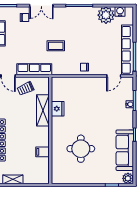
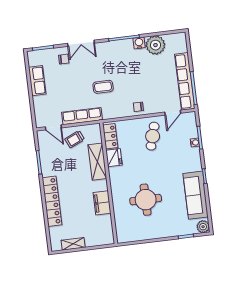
water cooler: (120, 11) -> (139, 43), moved
locker: (57, 90) -> (110, 136), added
cafe table: (94, 94) -> (153, 136), added
filing cabinet: (42, 152) -> (102, 203), width x2.00

